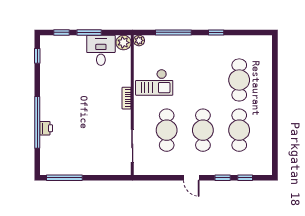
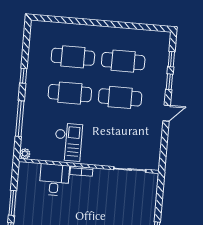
plant: (124, 43) -> (26, 169), removed
desk: (101, 50) -> (54, 180), moved, turned 90
cafe table: (167, 130) -> (70, 93), moved

